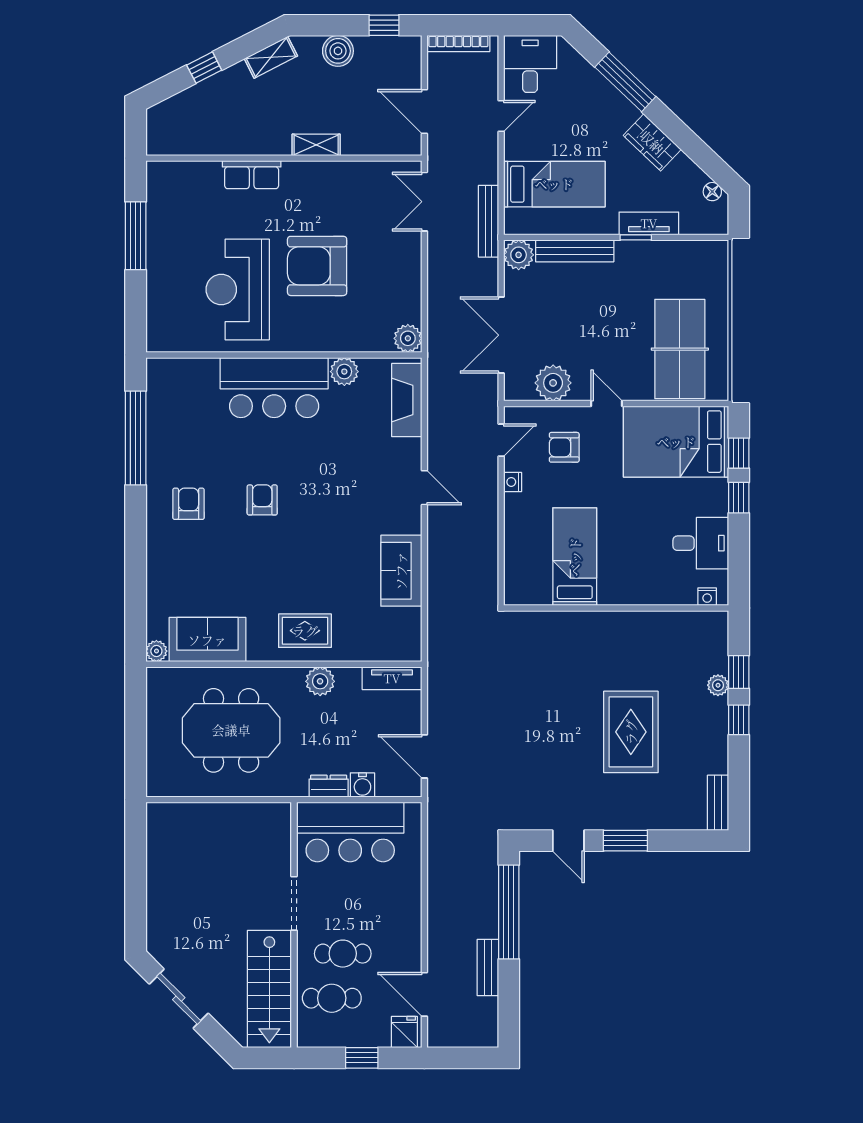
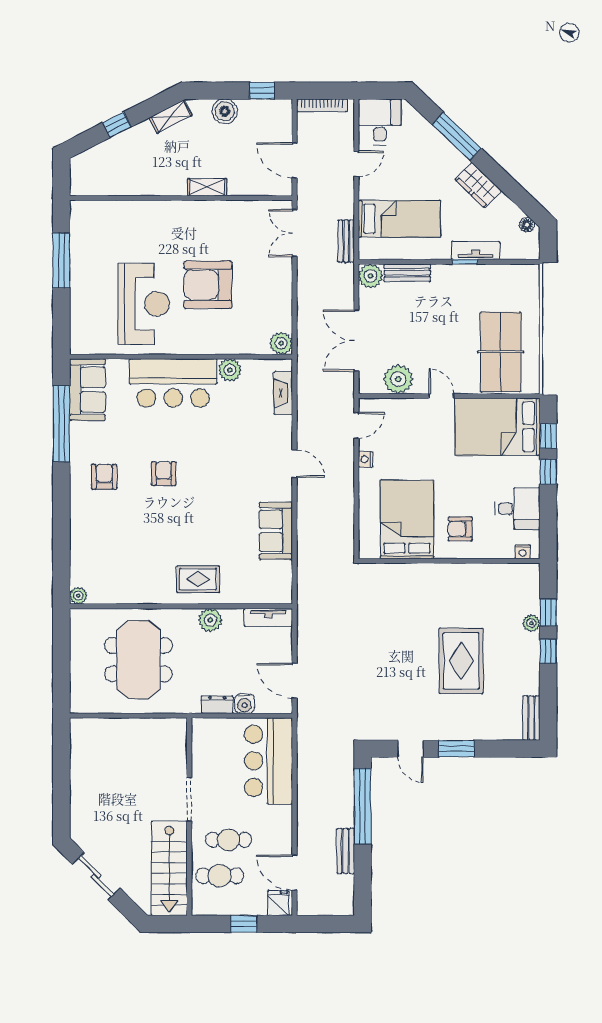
row of seats: (252, 175) -> (155, 211), removed
bench: (488, 221) -> (346, 241), width x0.73
bench: (575, 251) -> (407, 273), width x0.73
reception desk: (238, 289) -> (144, 304), turned 180
fireplace: (407, 400) -> (283, 393), width x0.73, depth x0.76
armchair: (564, 447) -> (460, 529), moved
bed: (575, 557) -> (407, 519), width x1.50
sofa: (207, 640) -> (88, 390), moved, turned 90
meeting table: (231, 730) -> (138, 660), turned 90
bar counter: (350, 832) -> (268, 761), moved, turned 90

